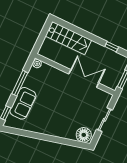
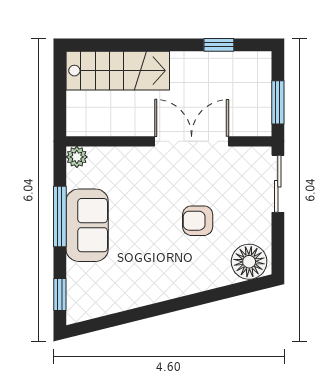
sofa: (23, 103) -> (87, 225), moved
armchair: (72, 110) -> (198, 221), added
sliding door: (104, 120) -> (278, 184), moved

